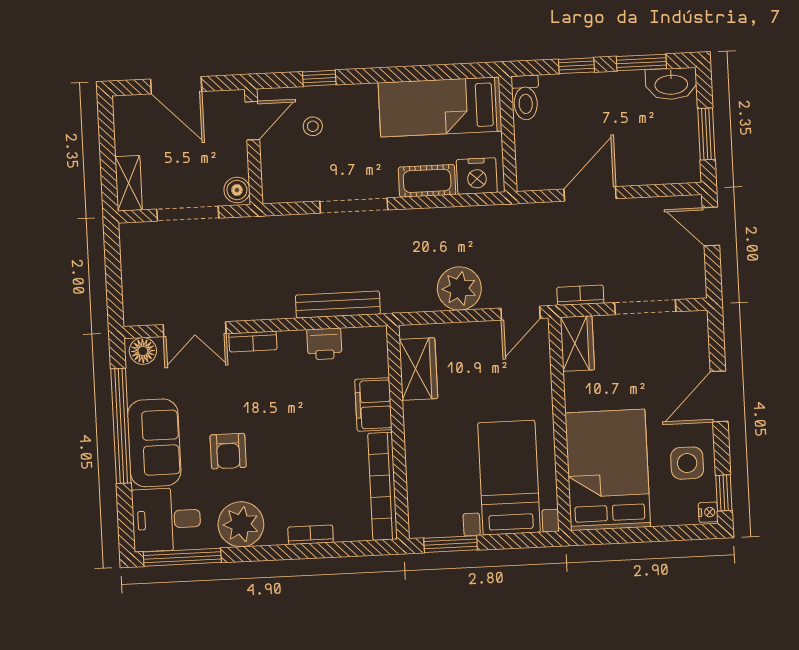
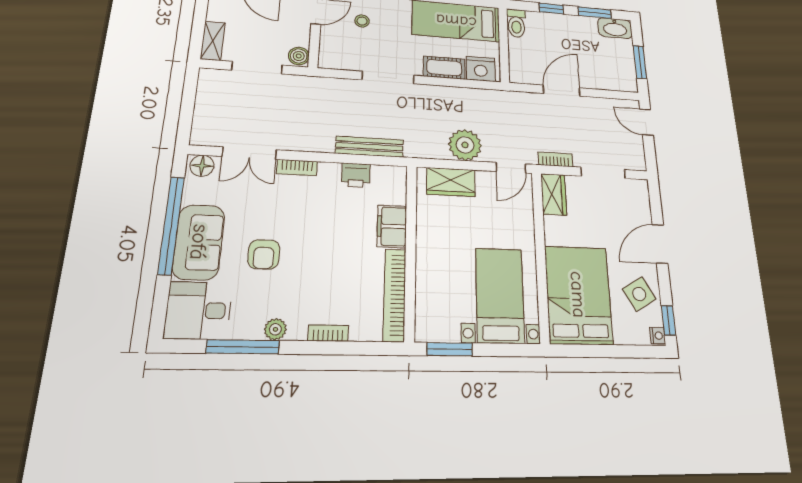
wardrobe: (418, 369) -> (451, 182), moved, turned 90
side table: (687, 463) -> (639, 294), turned -30
plant: (241, 524) -> (275, 329), width x0.53, depth x0.53
window: (182, 557) -> (243, 347), moved

